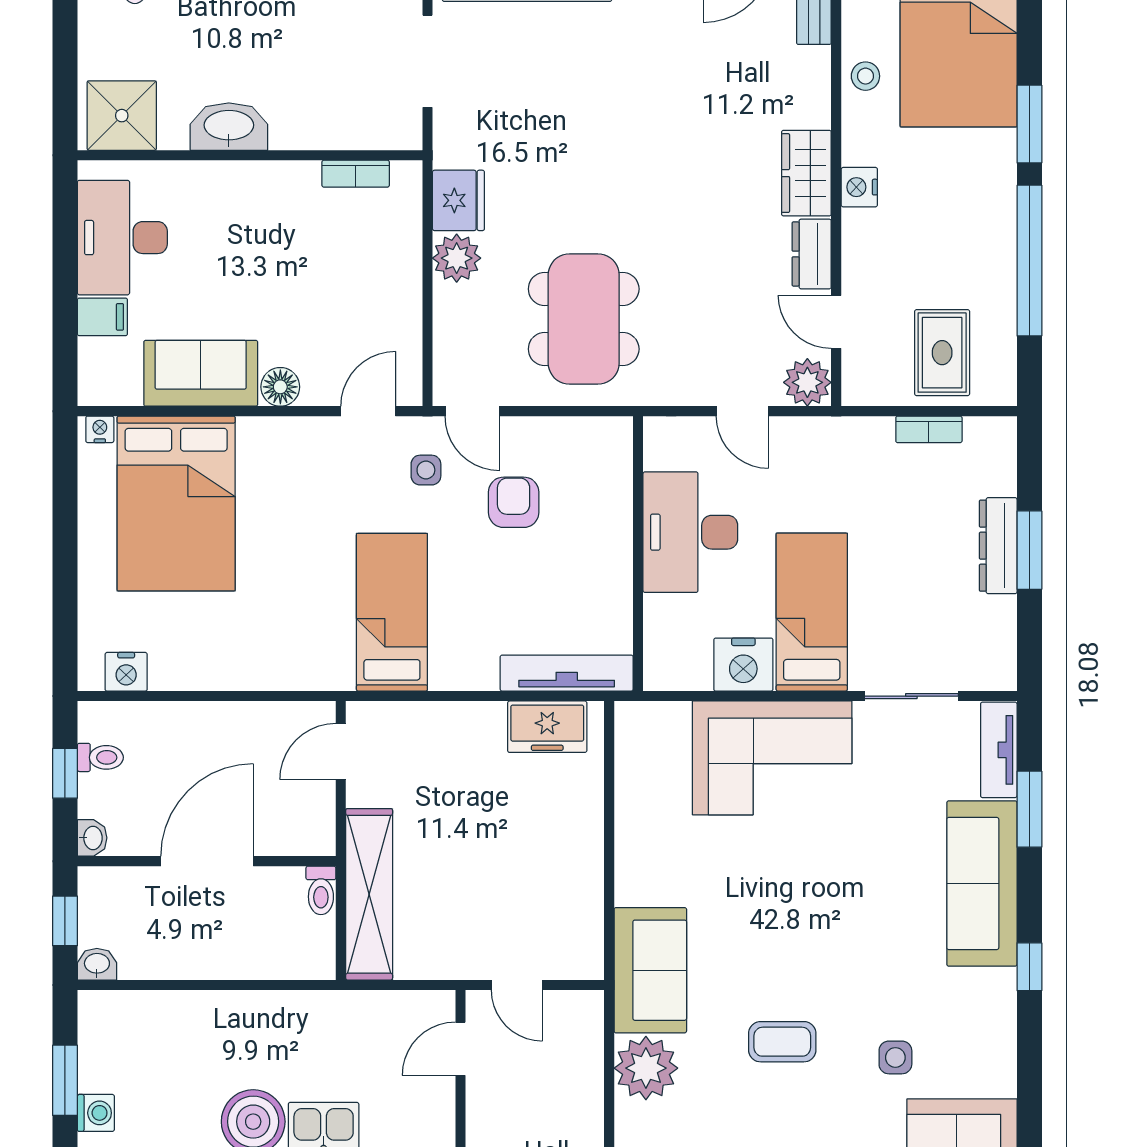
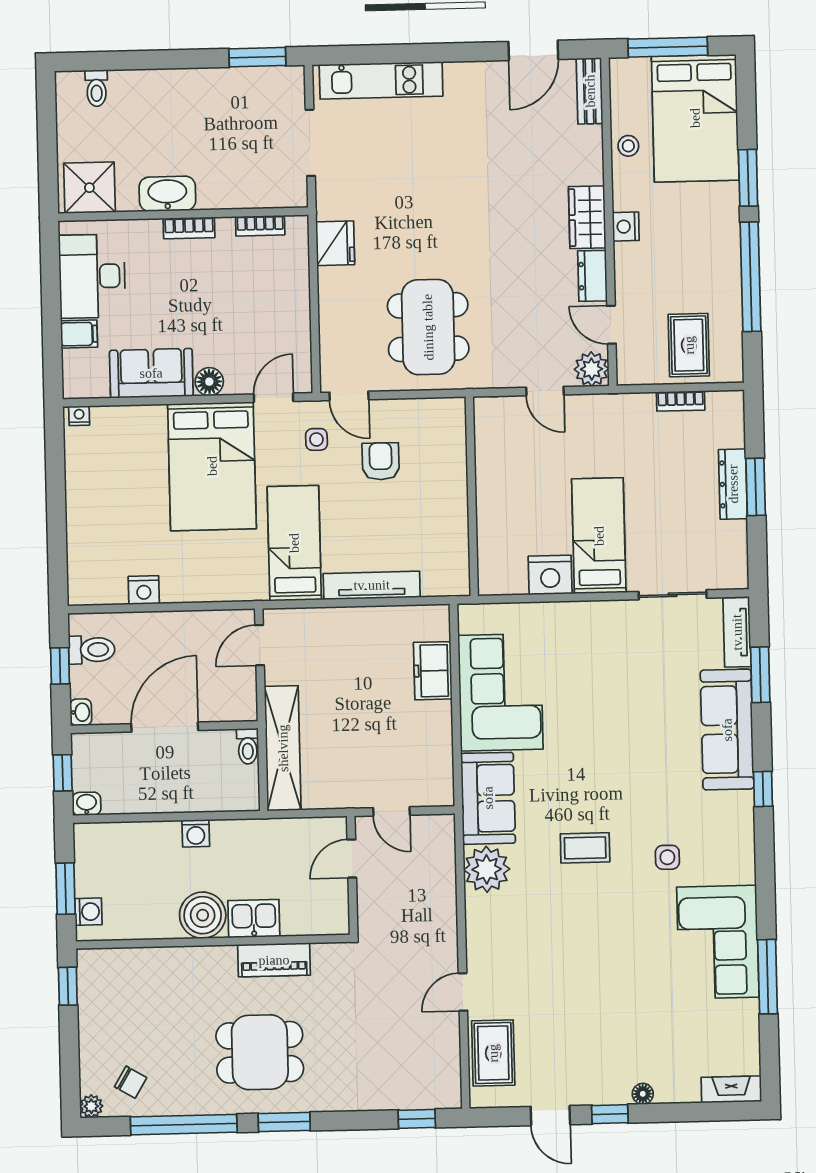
bookcase: (258, 174) -> (189, 228), added
plant: (457, 258) -> (335, 285), removed
bed: (176, 504) -> (212, 466), moved
desk: (690, 532) -> (509, 480), removed
nightstand: (126, 672) -> (144, 590), moved
tv unit: (567, 673) -> (372, 585), moved
freezer: (547, 727) -> (433, 671), moved, turned 90
toilet: (100, 757) -> (92, 650), width x1.37, depth x1.39
corner sofa: (772, 758) -> (500, 692), moved, turned -90
washing machine: (246, 1009) -> (196, 833), added

